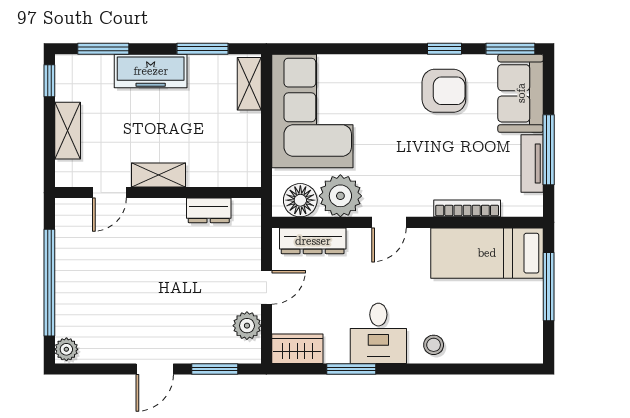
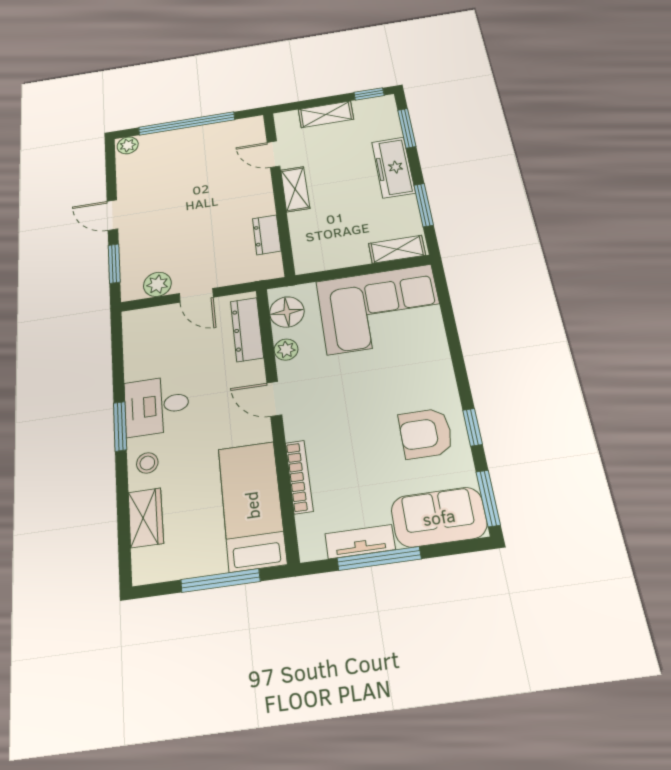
armchair: (444, 91) -> (426, 433), turned 90
plant: (340, 196) -> (286, 350), width x0.53, depth x0.53
wardrobe: (297, 349) -> (146, 518), moved
window: (351, 369) -> (120, 426), moved

